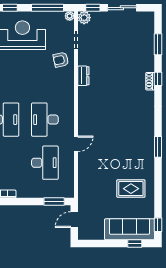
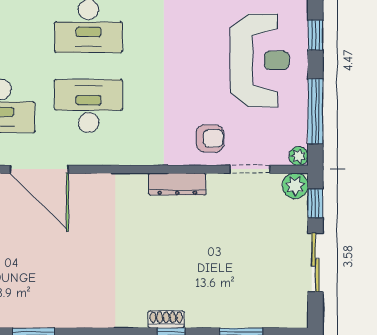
armchair: (61, 60) -> (210, 138), turned 102
dresser: (83, 76) -> (177, 184), width x1.44
door: (76, 144) -> (39, 169), width x1.88

